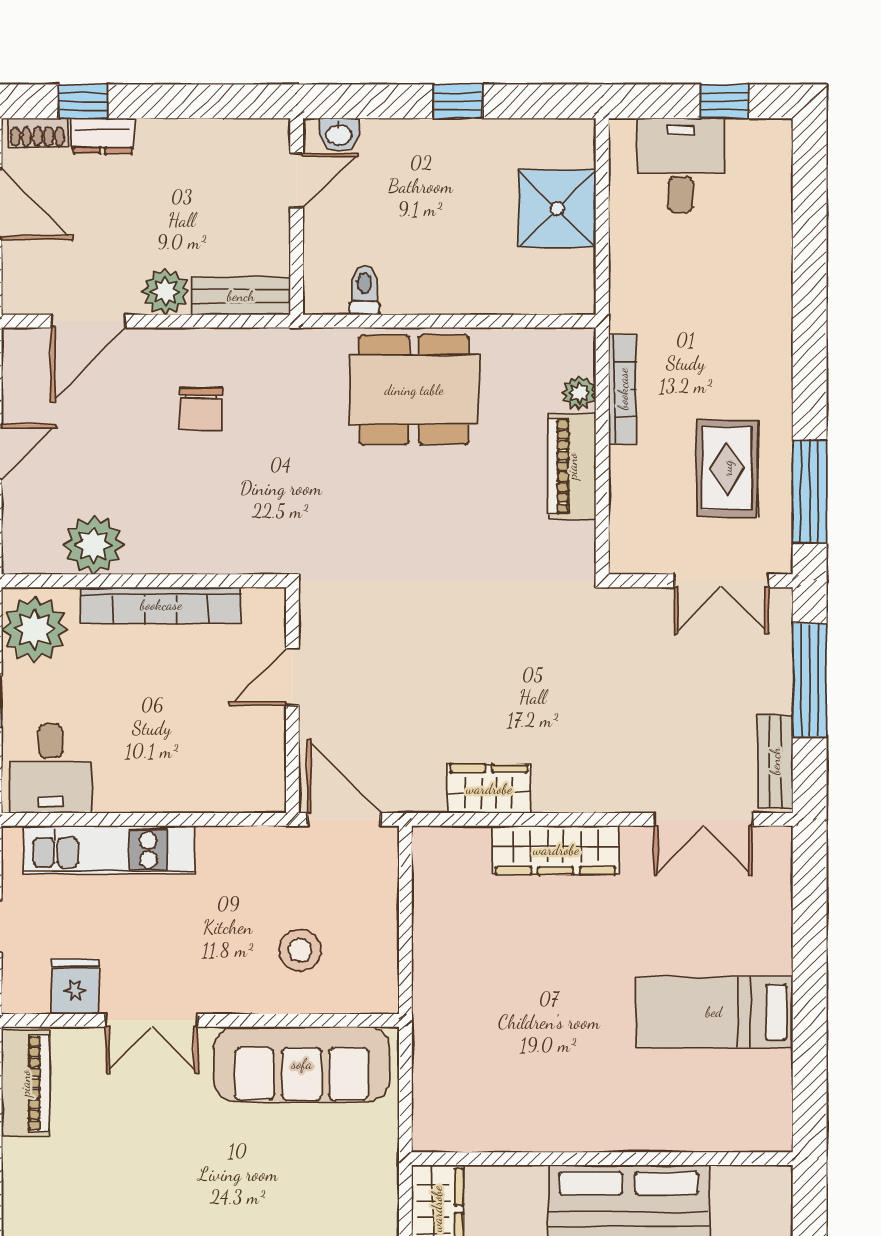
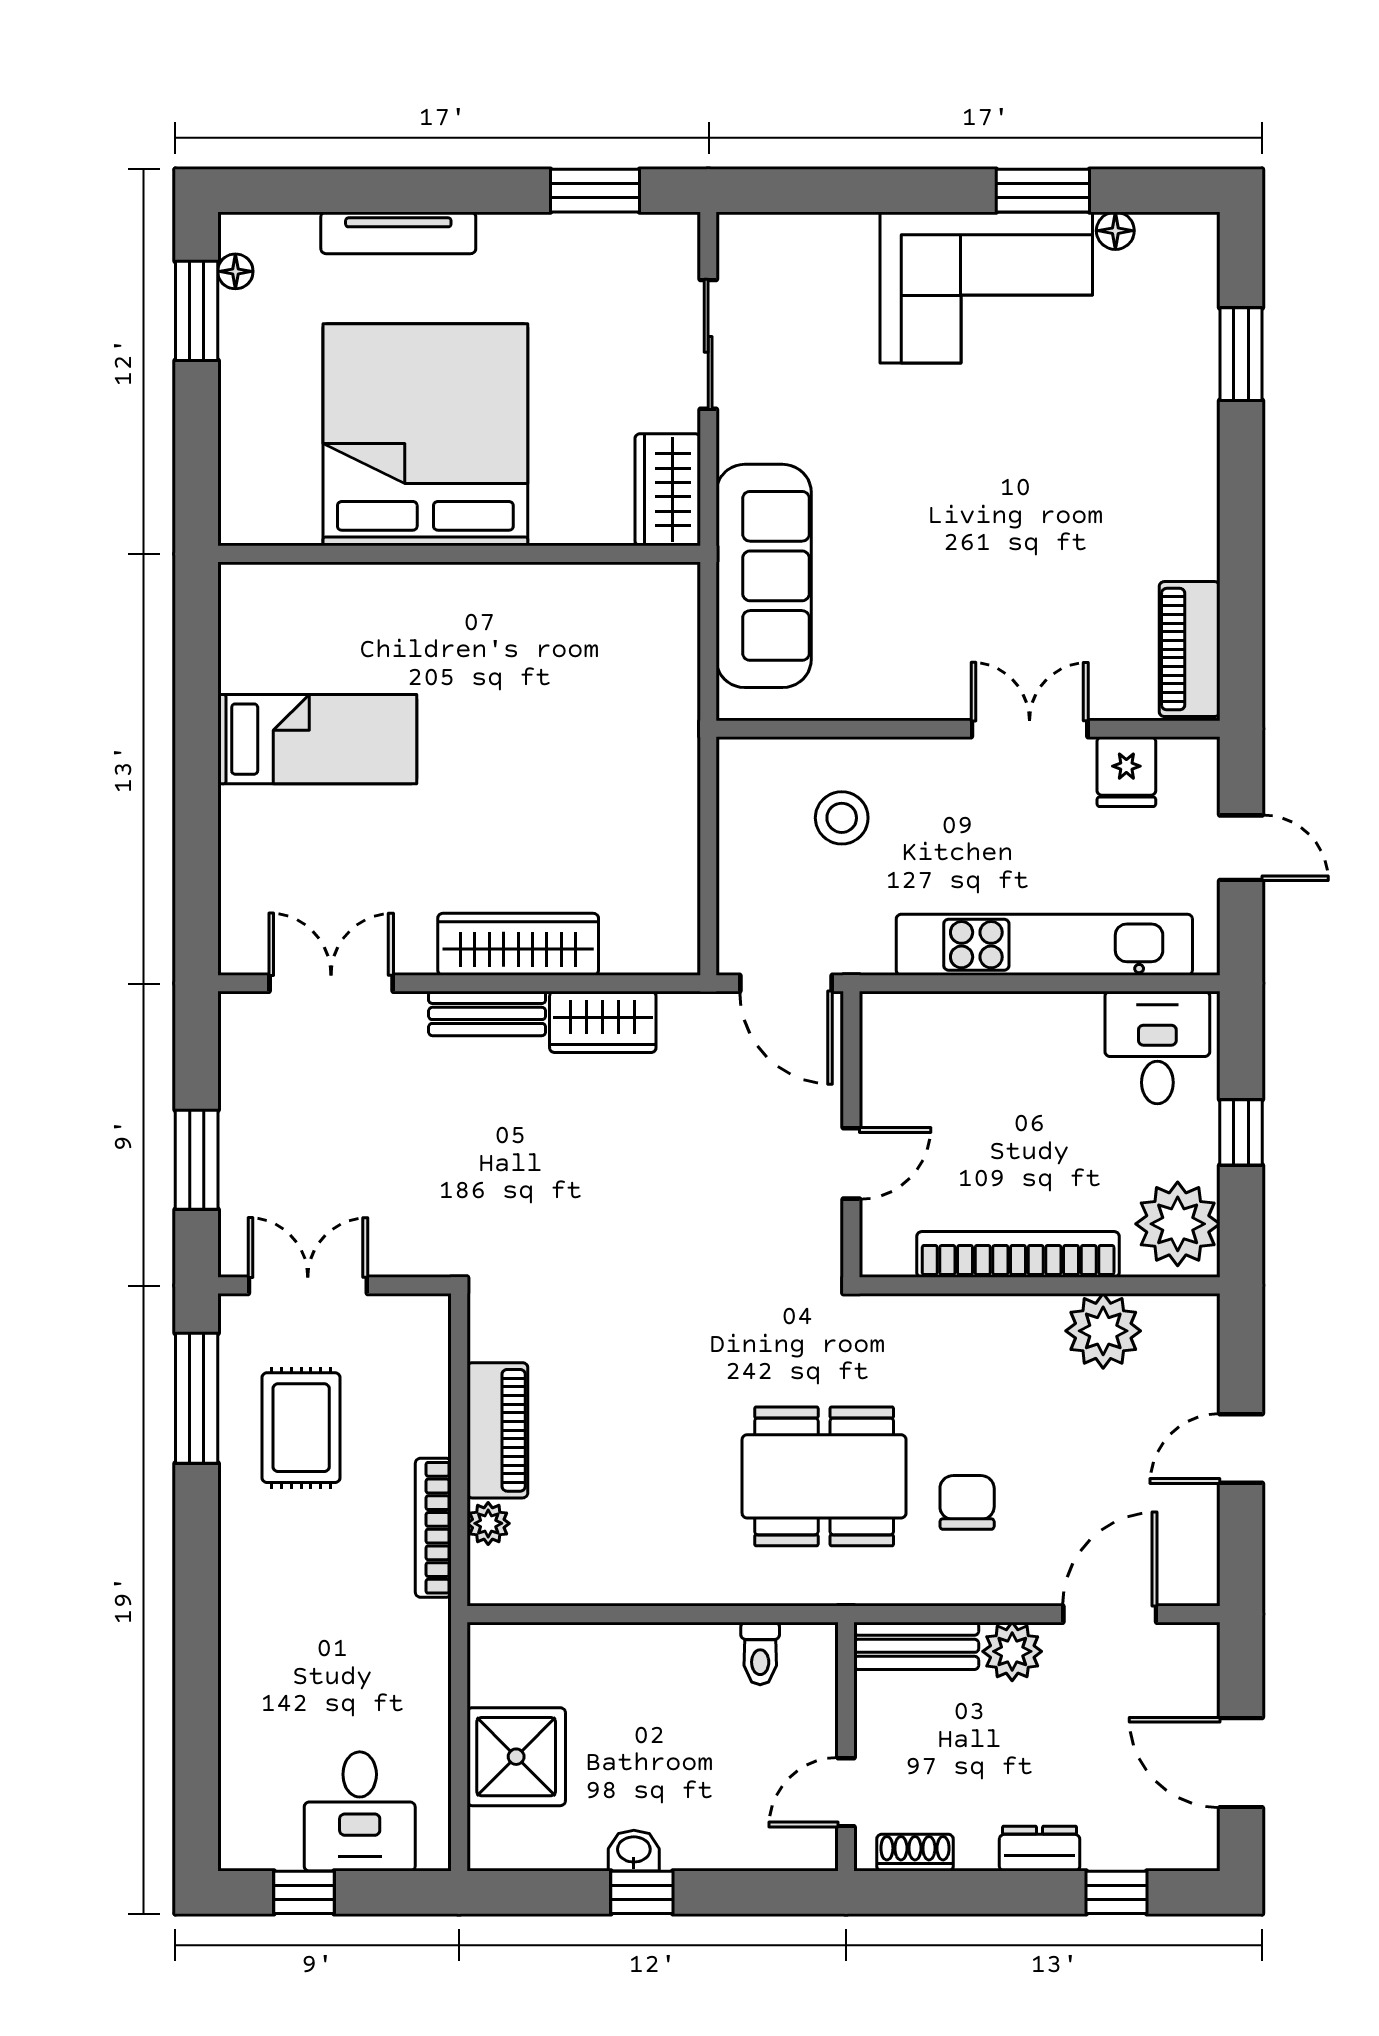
shoe rack: (38, 133) -> (915, 1853), moved
washbasin: (339, 134) -> (634, 1851), moved
dresser: (103, 136) -> (1040, 1849), moved
dining table: (414, 390) -> (824, 1476), moved
window: (810, 680) -> (197, 1160), width x0.69
bench: (775, 761) -> (487, 1013), moved, turned 90
kitchen unit: (109, 850) -> (1044, 945), width x1.36
sofa: (302, 1064) -> (764, 576), moved, turned 90

